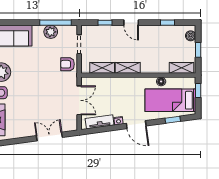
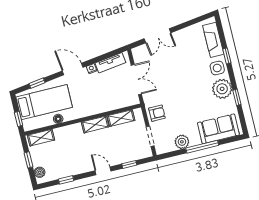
window: (56, 23) -> (202, 147), moved
double door: (79, 100) -> (136, 80), swing flipped

